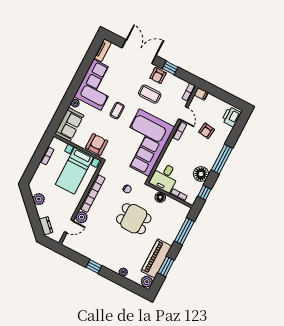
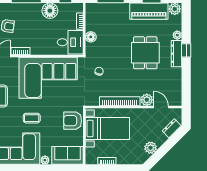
dining table: (134, 219) -> (145, 53), moved
dresser: (108, 263) -> (177, 54), added
window: (94, 266) -> (186, 50), moved

